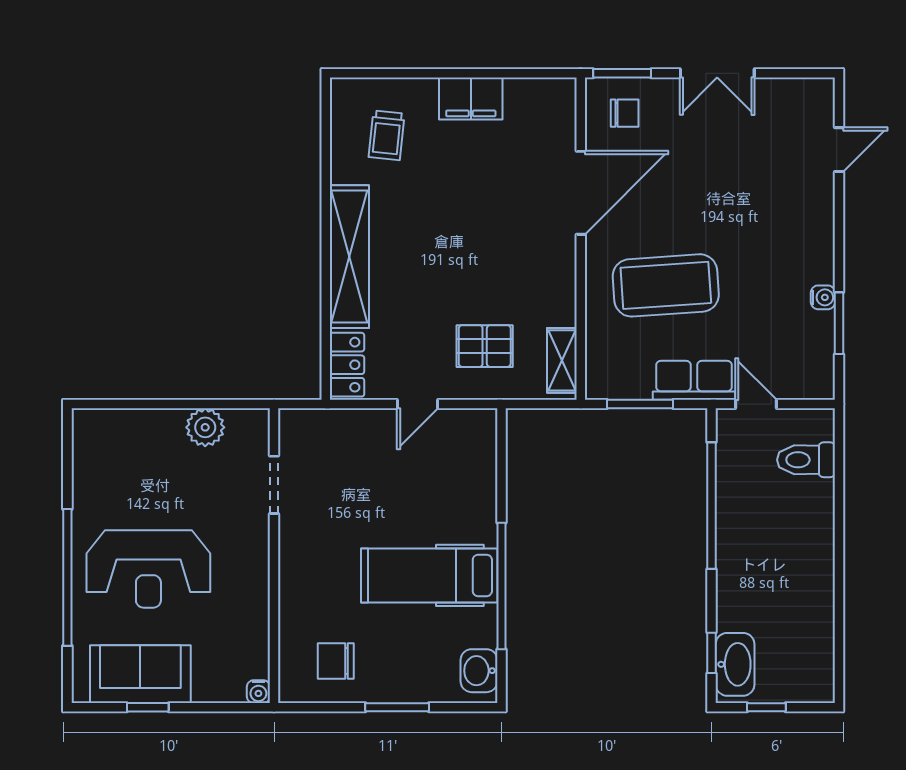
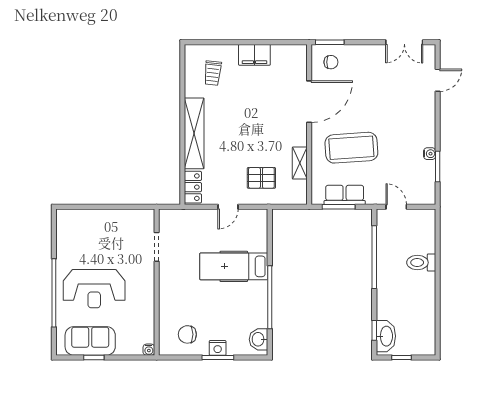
double door: (717, 73) -> (404, 42), moved
shelving: (562, 360) -> (300, 163), moved
row of seats: (694, 380) -> (345, 195), moved
plant: (205, 427) -> (122, 218), removed
toilet: (806, 460) -> (421, 263), moved
hospital bed: (429, 575) -> (234, 266), moved
nightstand: (397, 688) -> (218, 348), added

